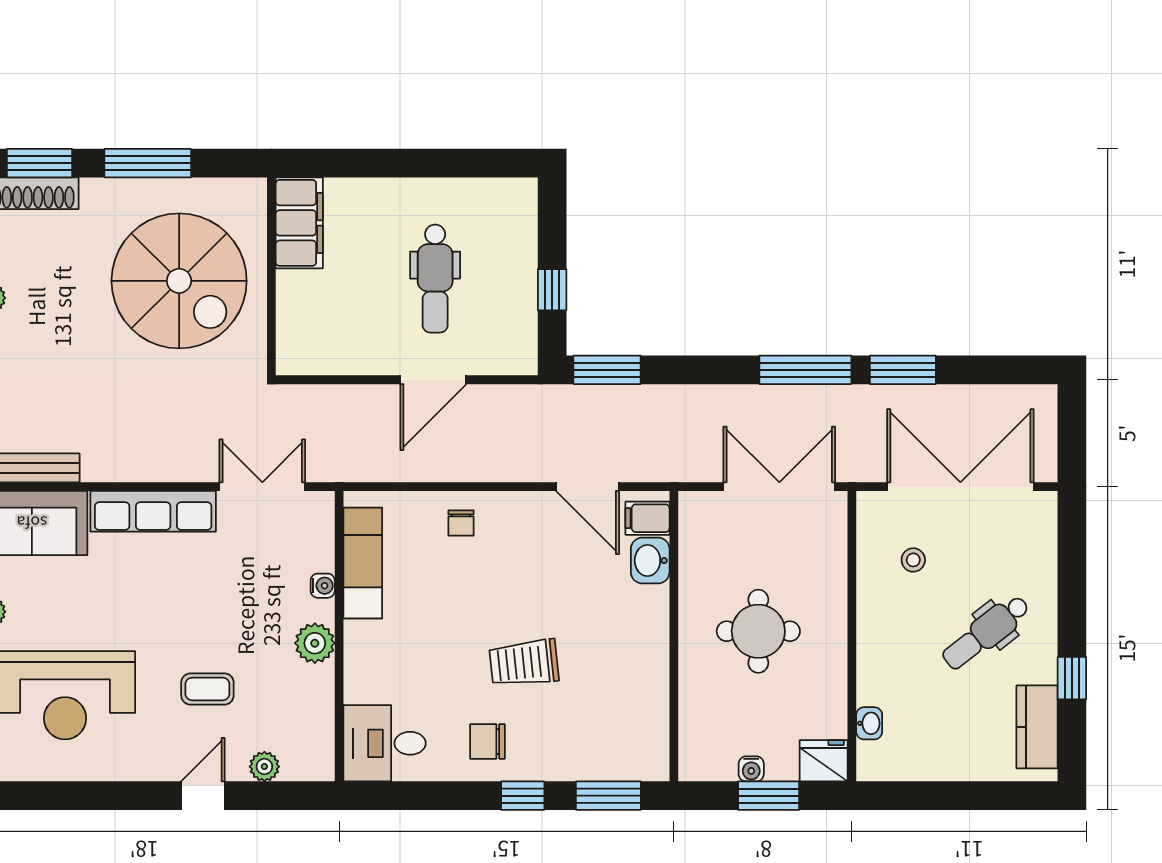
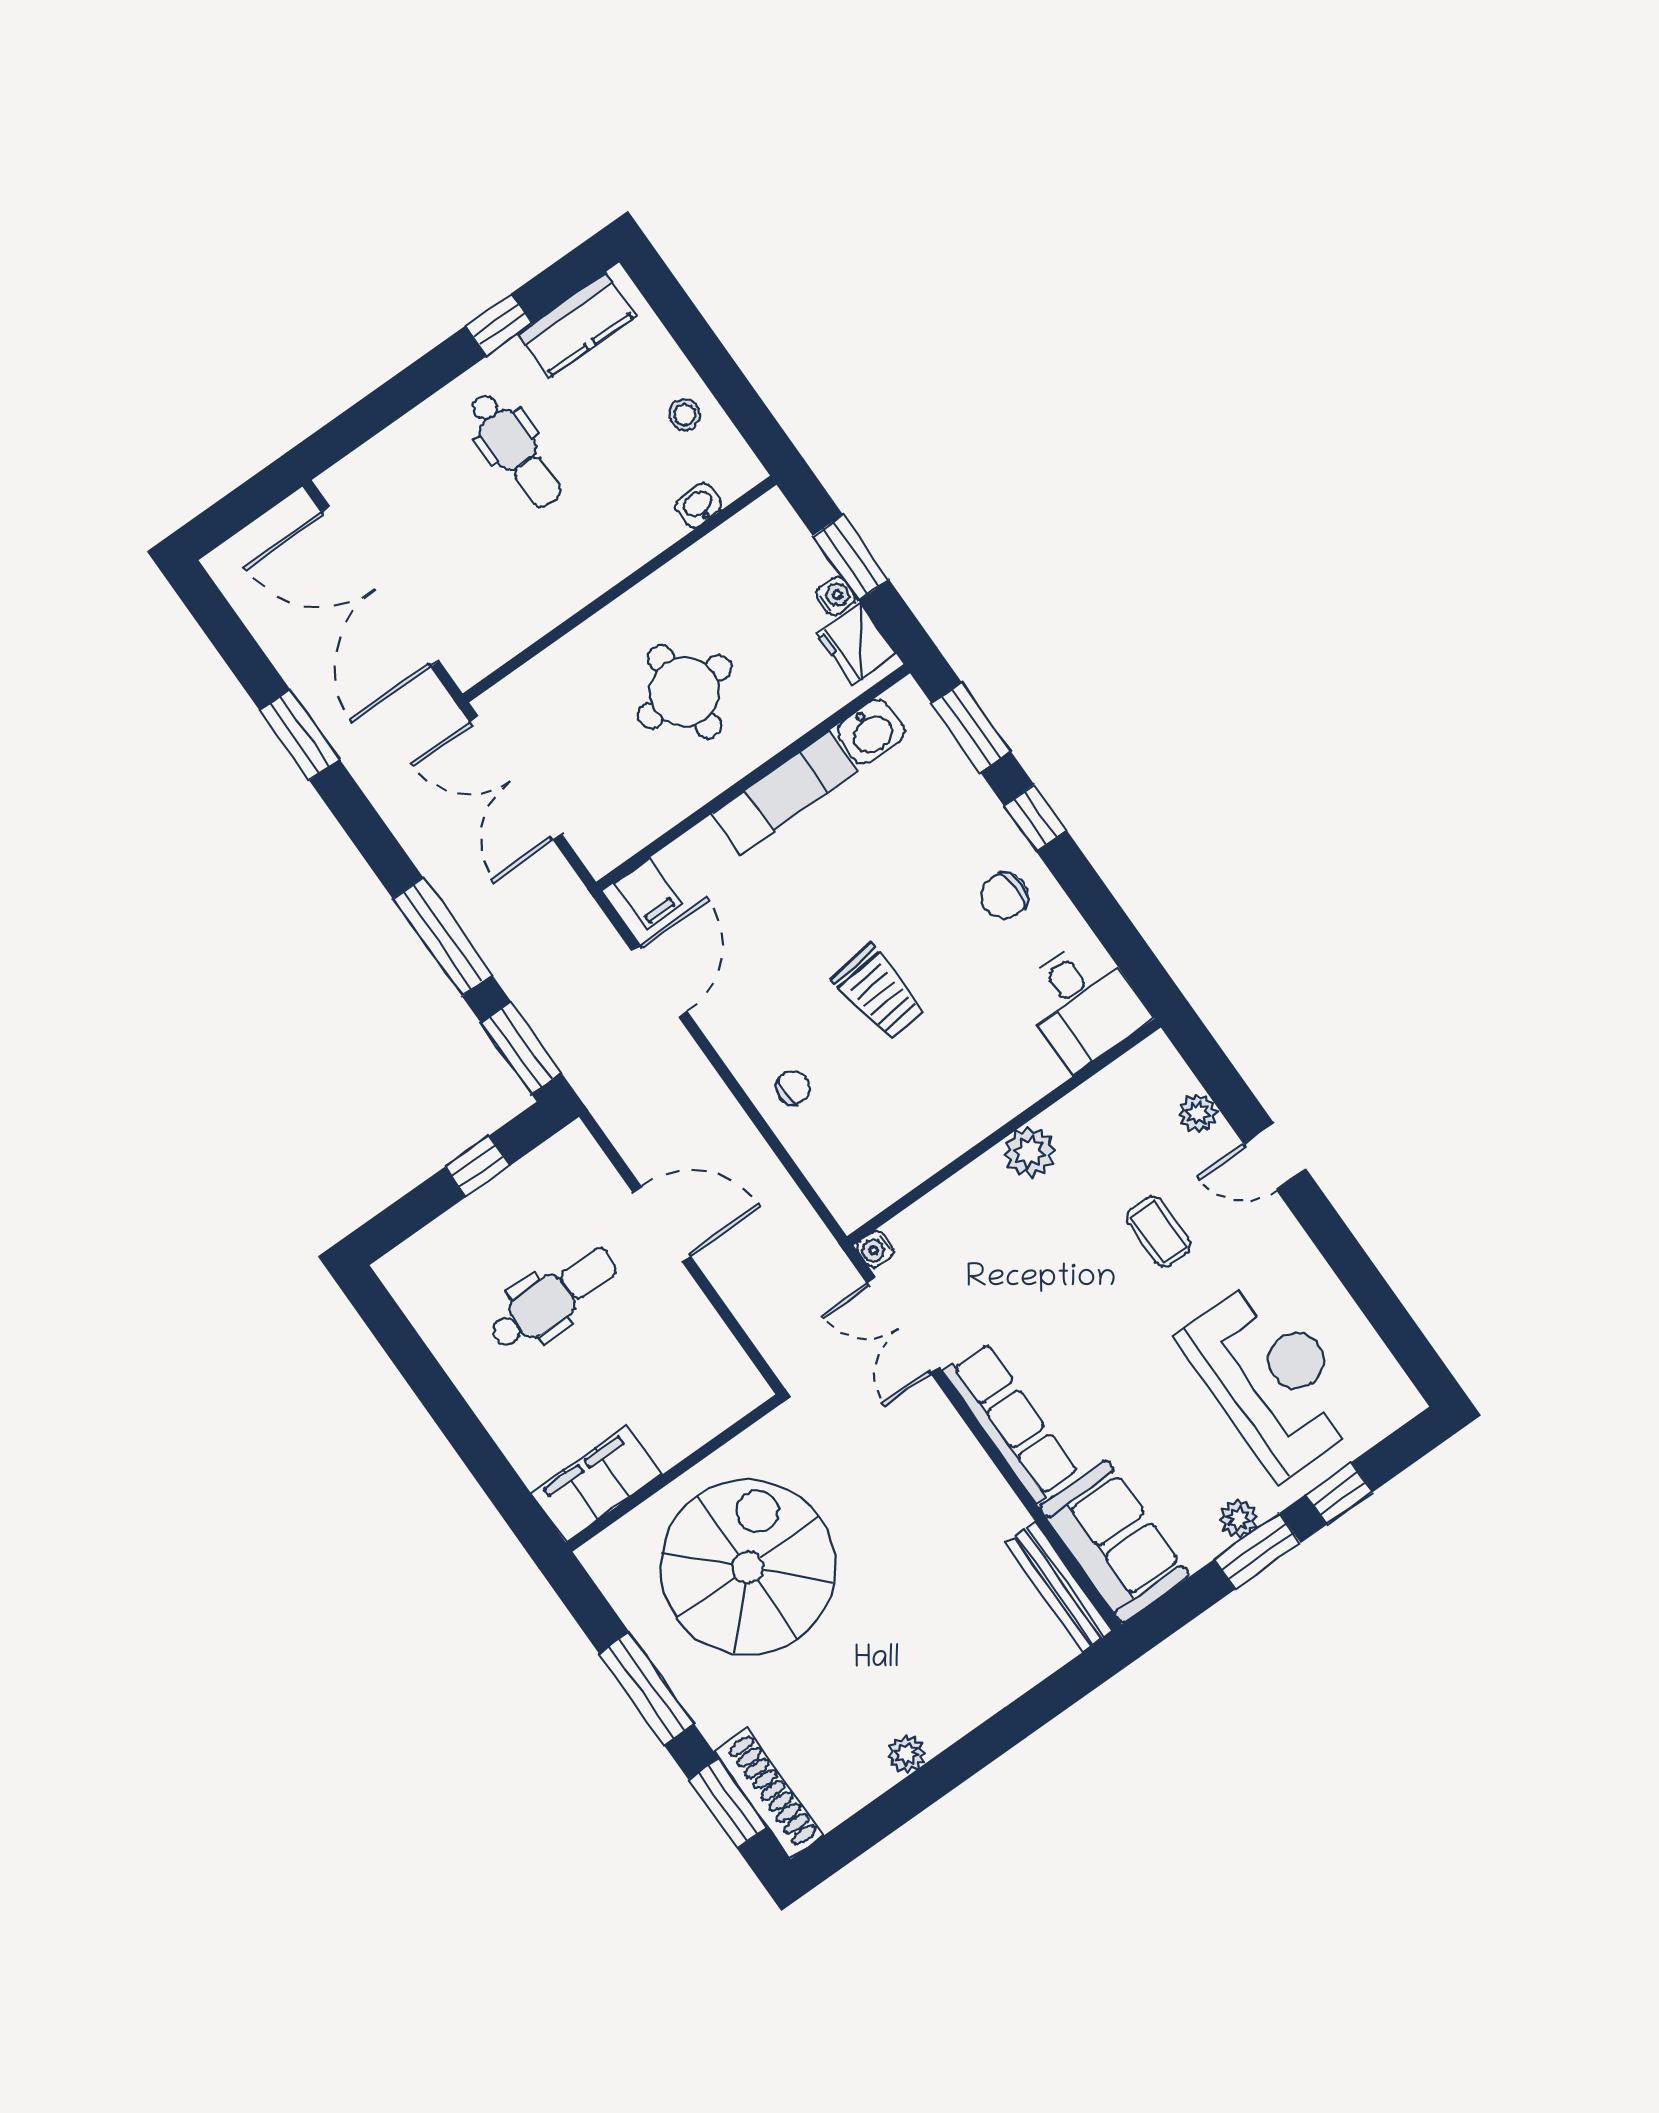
window: (805, 370) -> (443, 937), moved
stool: (913, 560) -> (685, 415), moved
washbasin: (650, 561) -> (871, 732), moved
exam couch: (363, 563) -> (785, 793), moved, turned 180
water cooler: (323, 586) -> (875, 1249), moved, turned -90
dental chair: (986, 632) -> (515, 450), turned 38
trolley: (524, 663) -> (879, 993), moved
chair: (487, 742) -> (1004, 896), turned 90
fridge: (824, 761) -> (856, 644), moved

